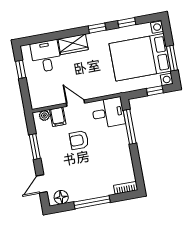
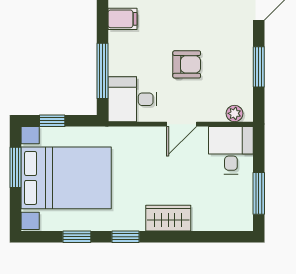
desk: (46, 56) -> (231, 150), moved, turned 180
window: (21, 69) -> (259, 193), width x1.50
door: (75, 103) -> (182, 124), hinge flipped
filing cabinet: (58, 117) -> (122, 19), moved, turned 90

